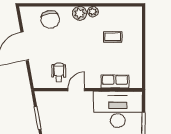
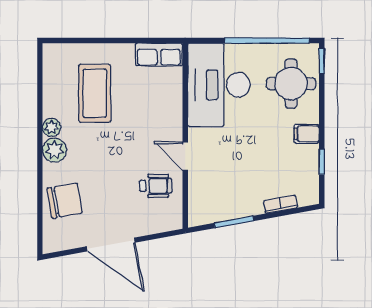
coffee table: (113, 37) -> (95, 93), width x1.86, depth x1.72
wheelchair: (59, 72) -> (156, 186), turned 180
row of seats: (115, 81) -> (159, 54), moved, turned -90

